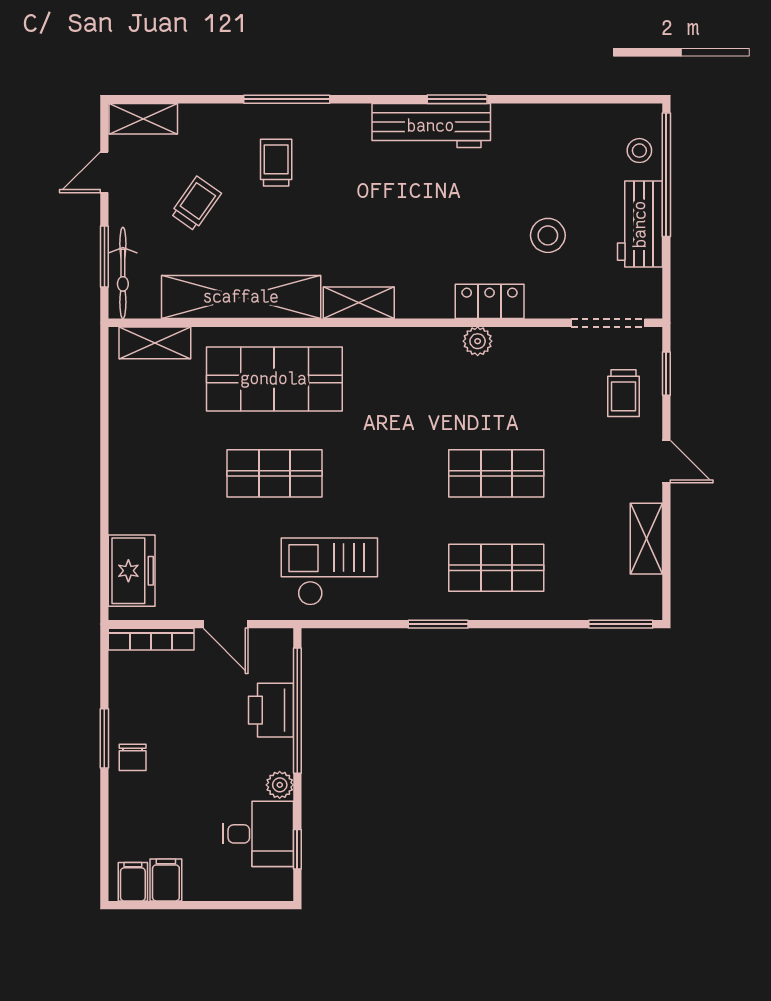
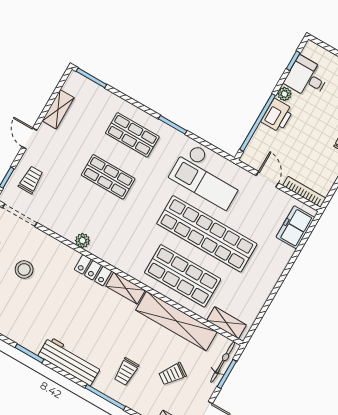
workbench: (431, 126) -> (70, 361), moved
locker: (490, 301) -> (93, 270), moved
shop shelf: (274, 473) -> (207, 234), width x2.00, depth x1.36
checkout: (329, 572) -> (208, 176), width x1.36, depth x1.21
printer: (271, 710) -> (277, 115), moved

